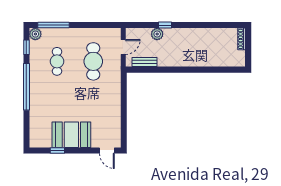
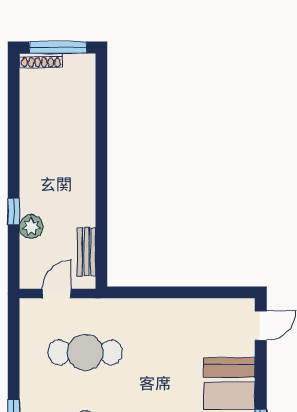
door: (123, 47) -> (57, 293), hinge flipped
window: (248, 48) -> (58, 48), added

